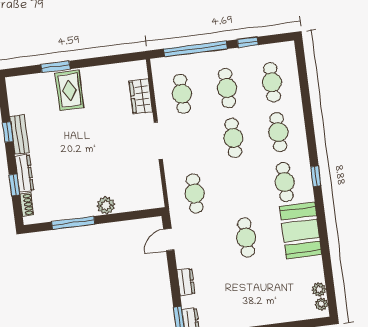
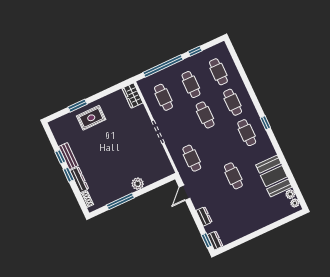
rug: (69, 90) -> (91, 118), turned 90
wardrobe: (141, 96) -> (132, 96), moved
window: (14, 185) -> (69, 175), moved
booth: (301, 231) -> (274, 176), moved

